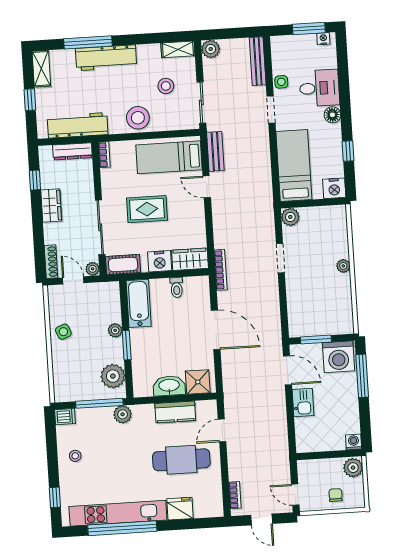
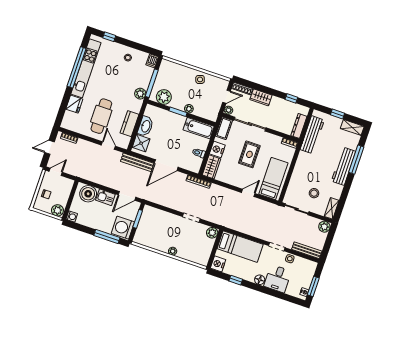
stool: (138, 118) -> (303, 170), removed
bench: (215, 151) -> (137, 162), moved, width x1.36
wardrobe: (51, 206) -> (261, 97), moved
boiler: (308, 431) -> (88, 194), added

